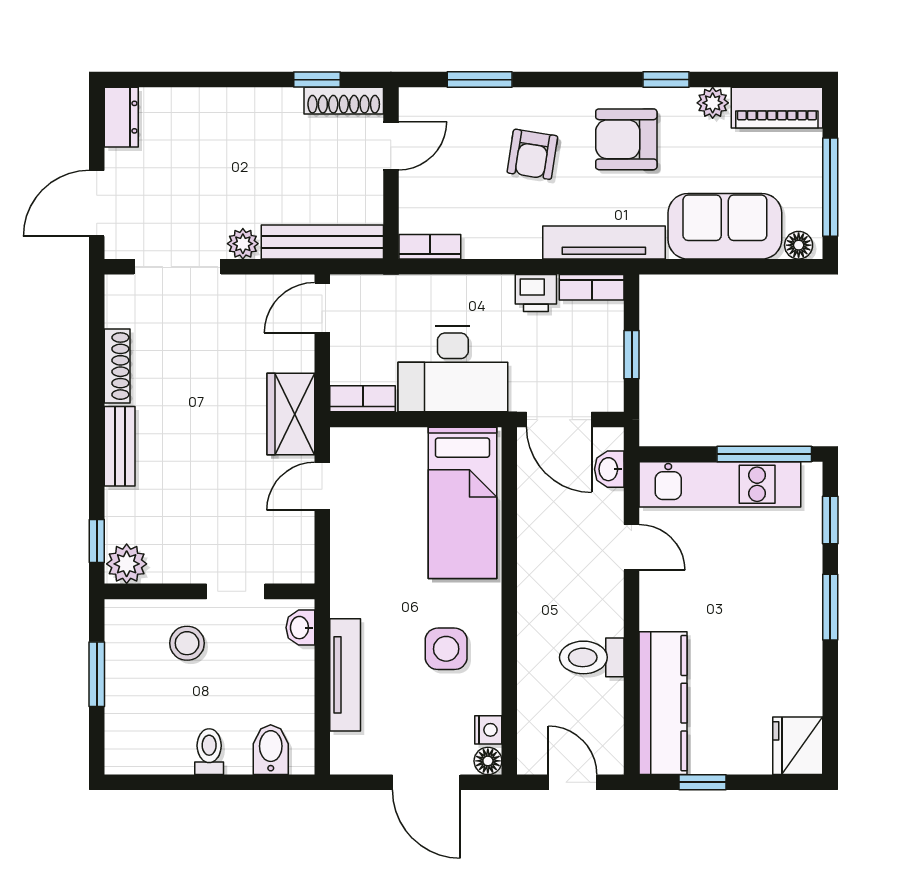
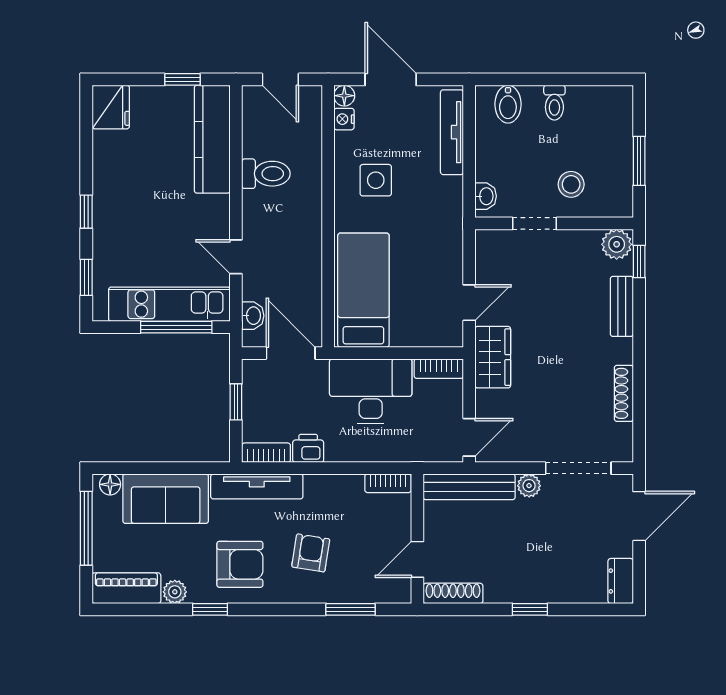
window: (317, 80) -> (530, 609), moved
bench: (120, 446) -> (622, 306), moved
window: (764, 454) -> (176, 327), moved
window: (830, 607) -> (86, 212), width x0.67
tv unit: (345, 675) -> (452, 132), moved

